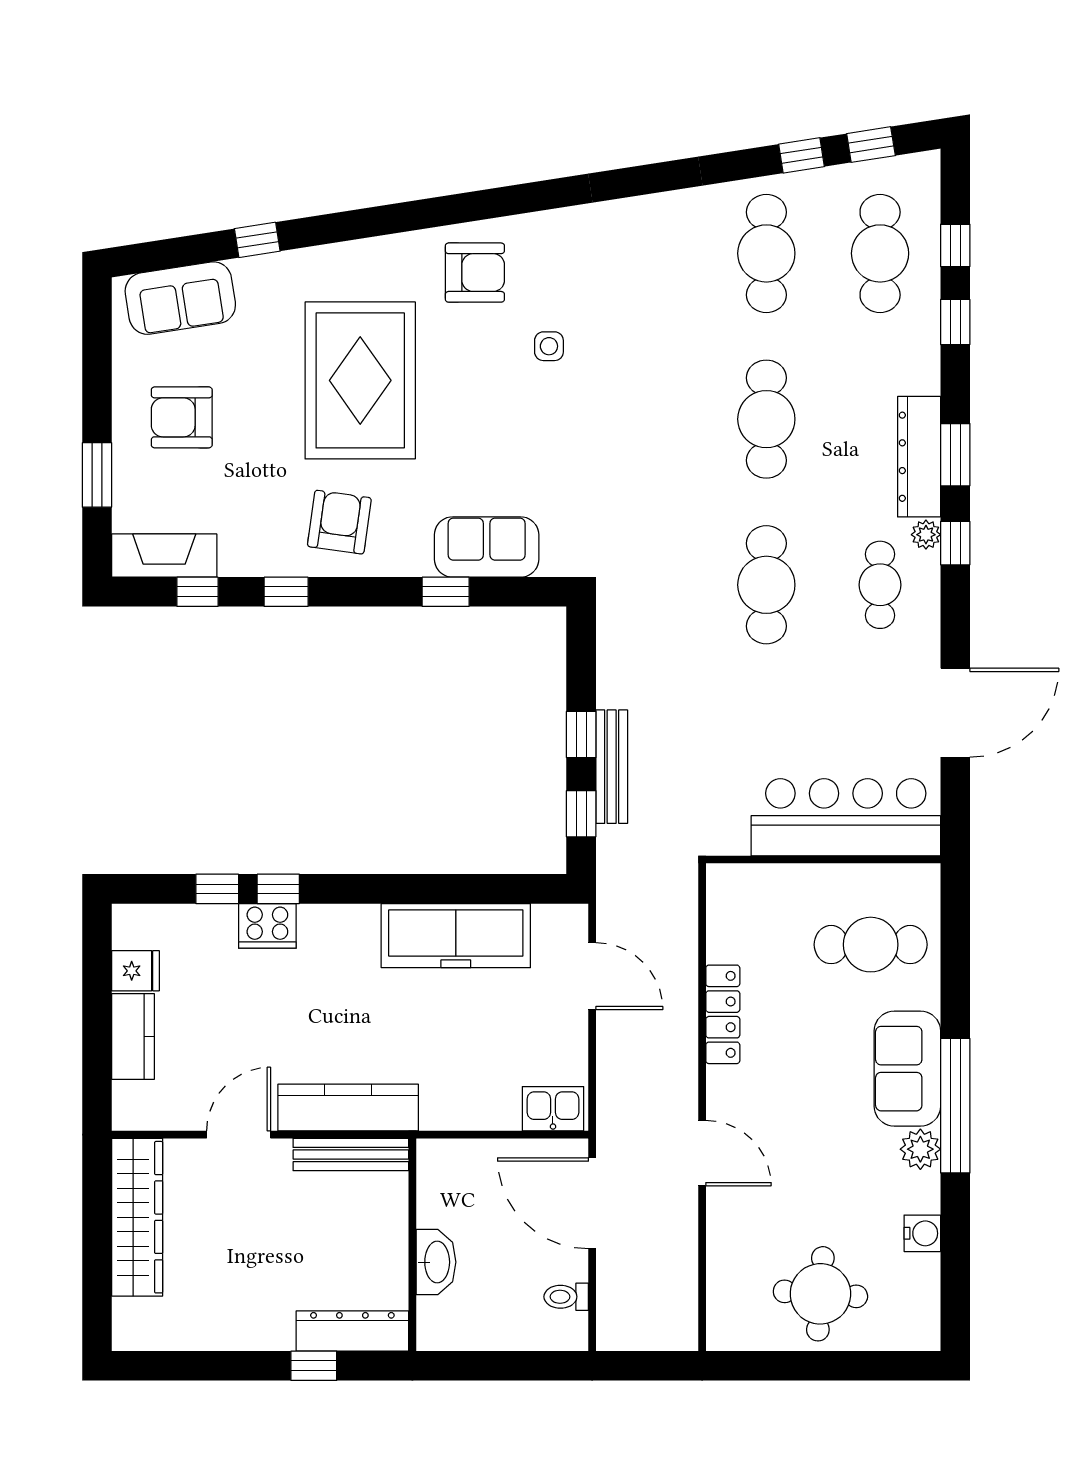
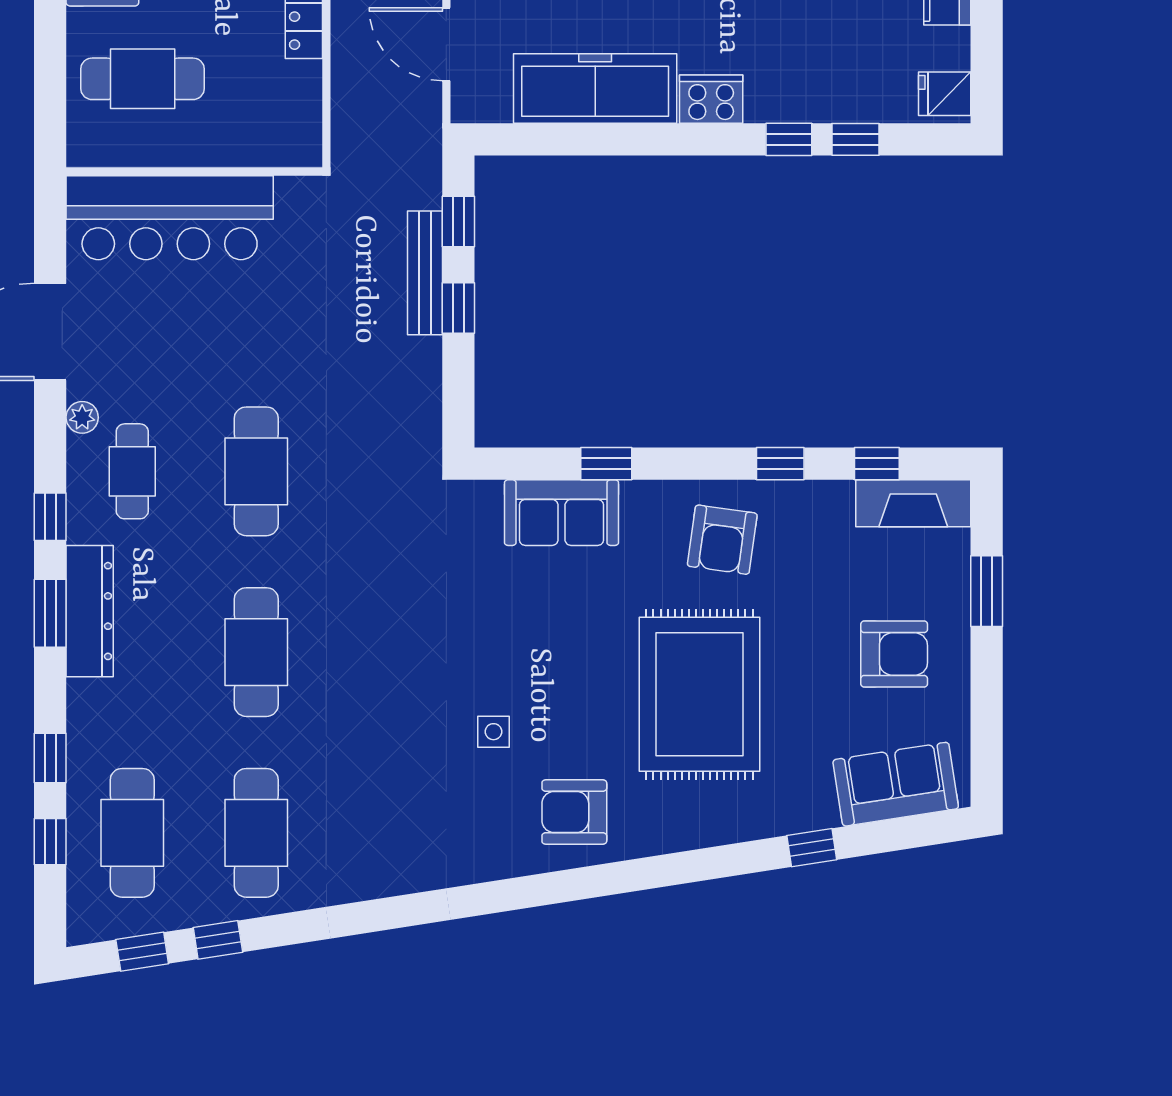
plant: (926, 535) -> (82, 417), moved
cooker: (267, 926) -> (711, 99), moved
fridge: (135, 971) -> (945, 94), moved

